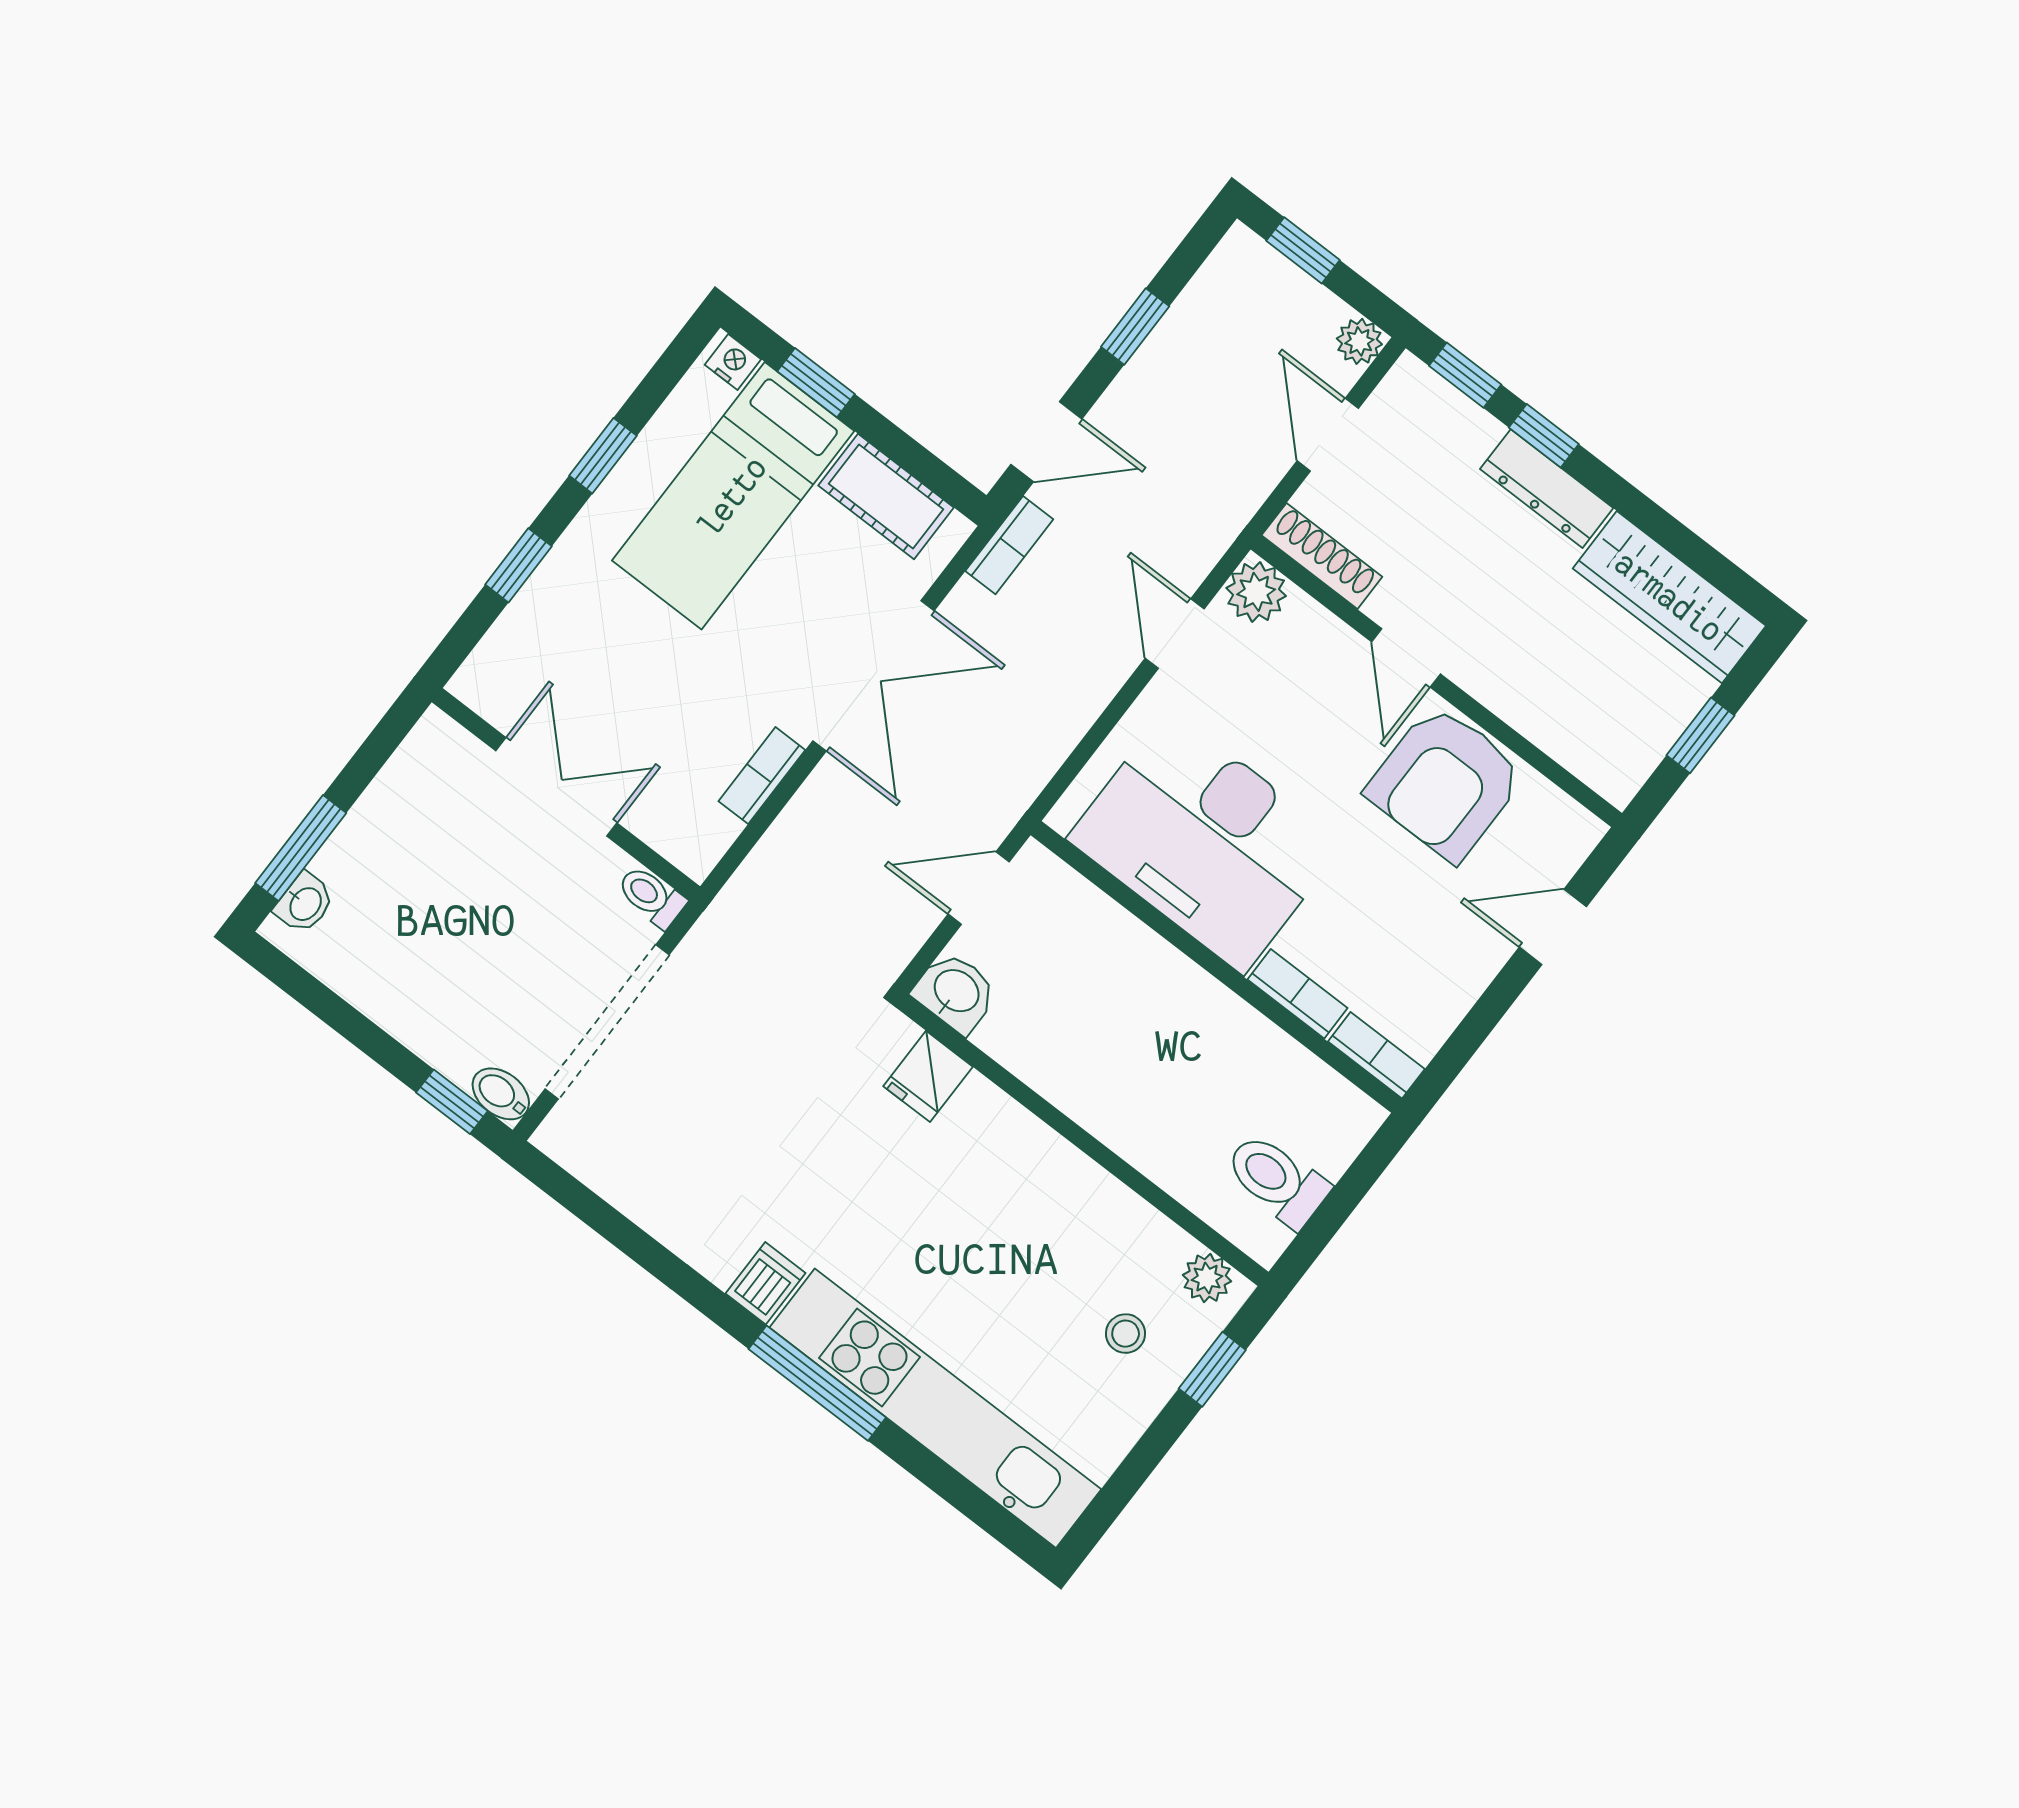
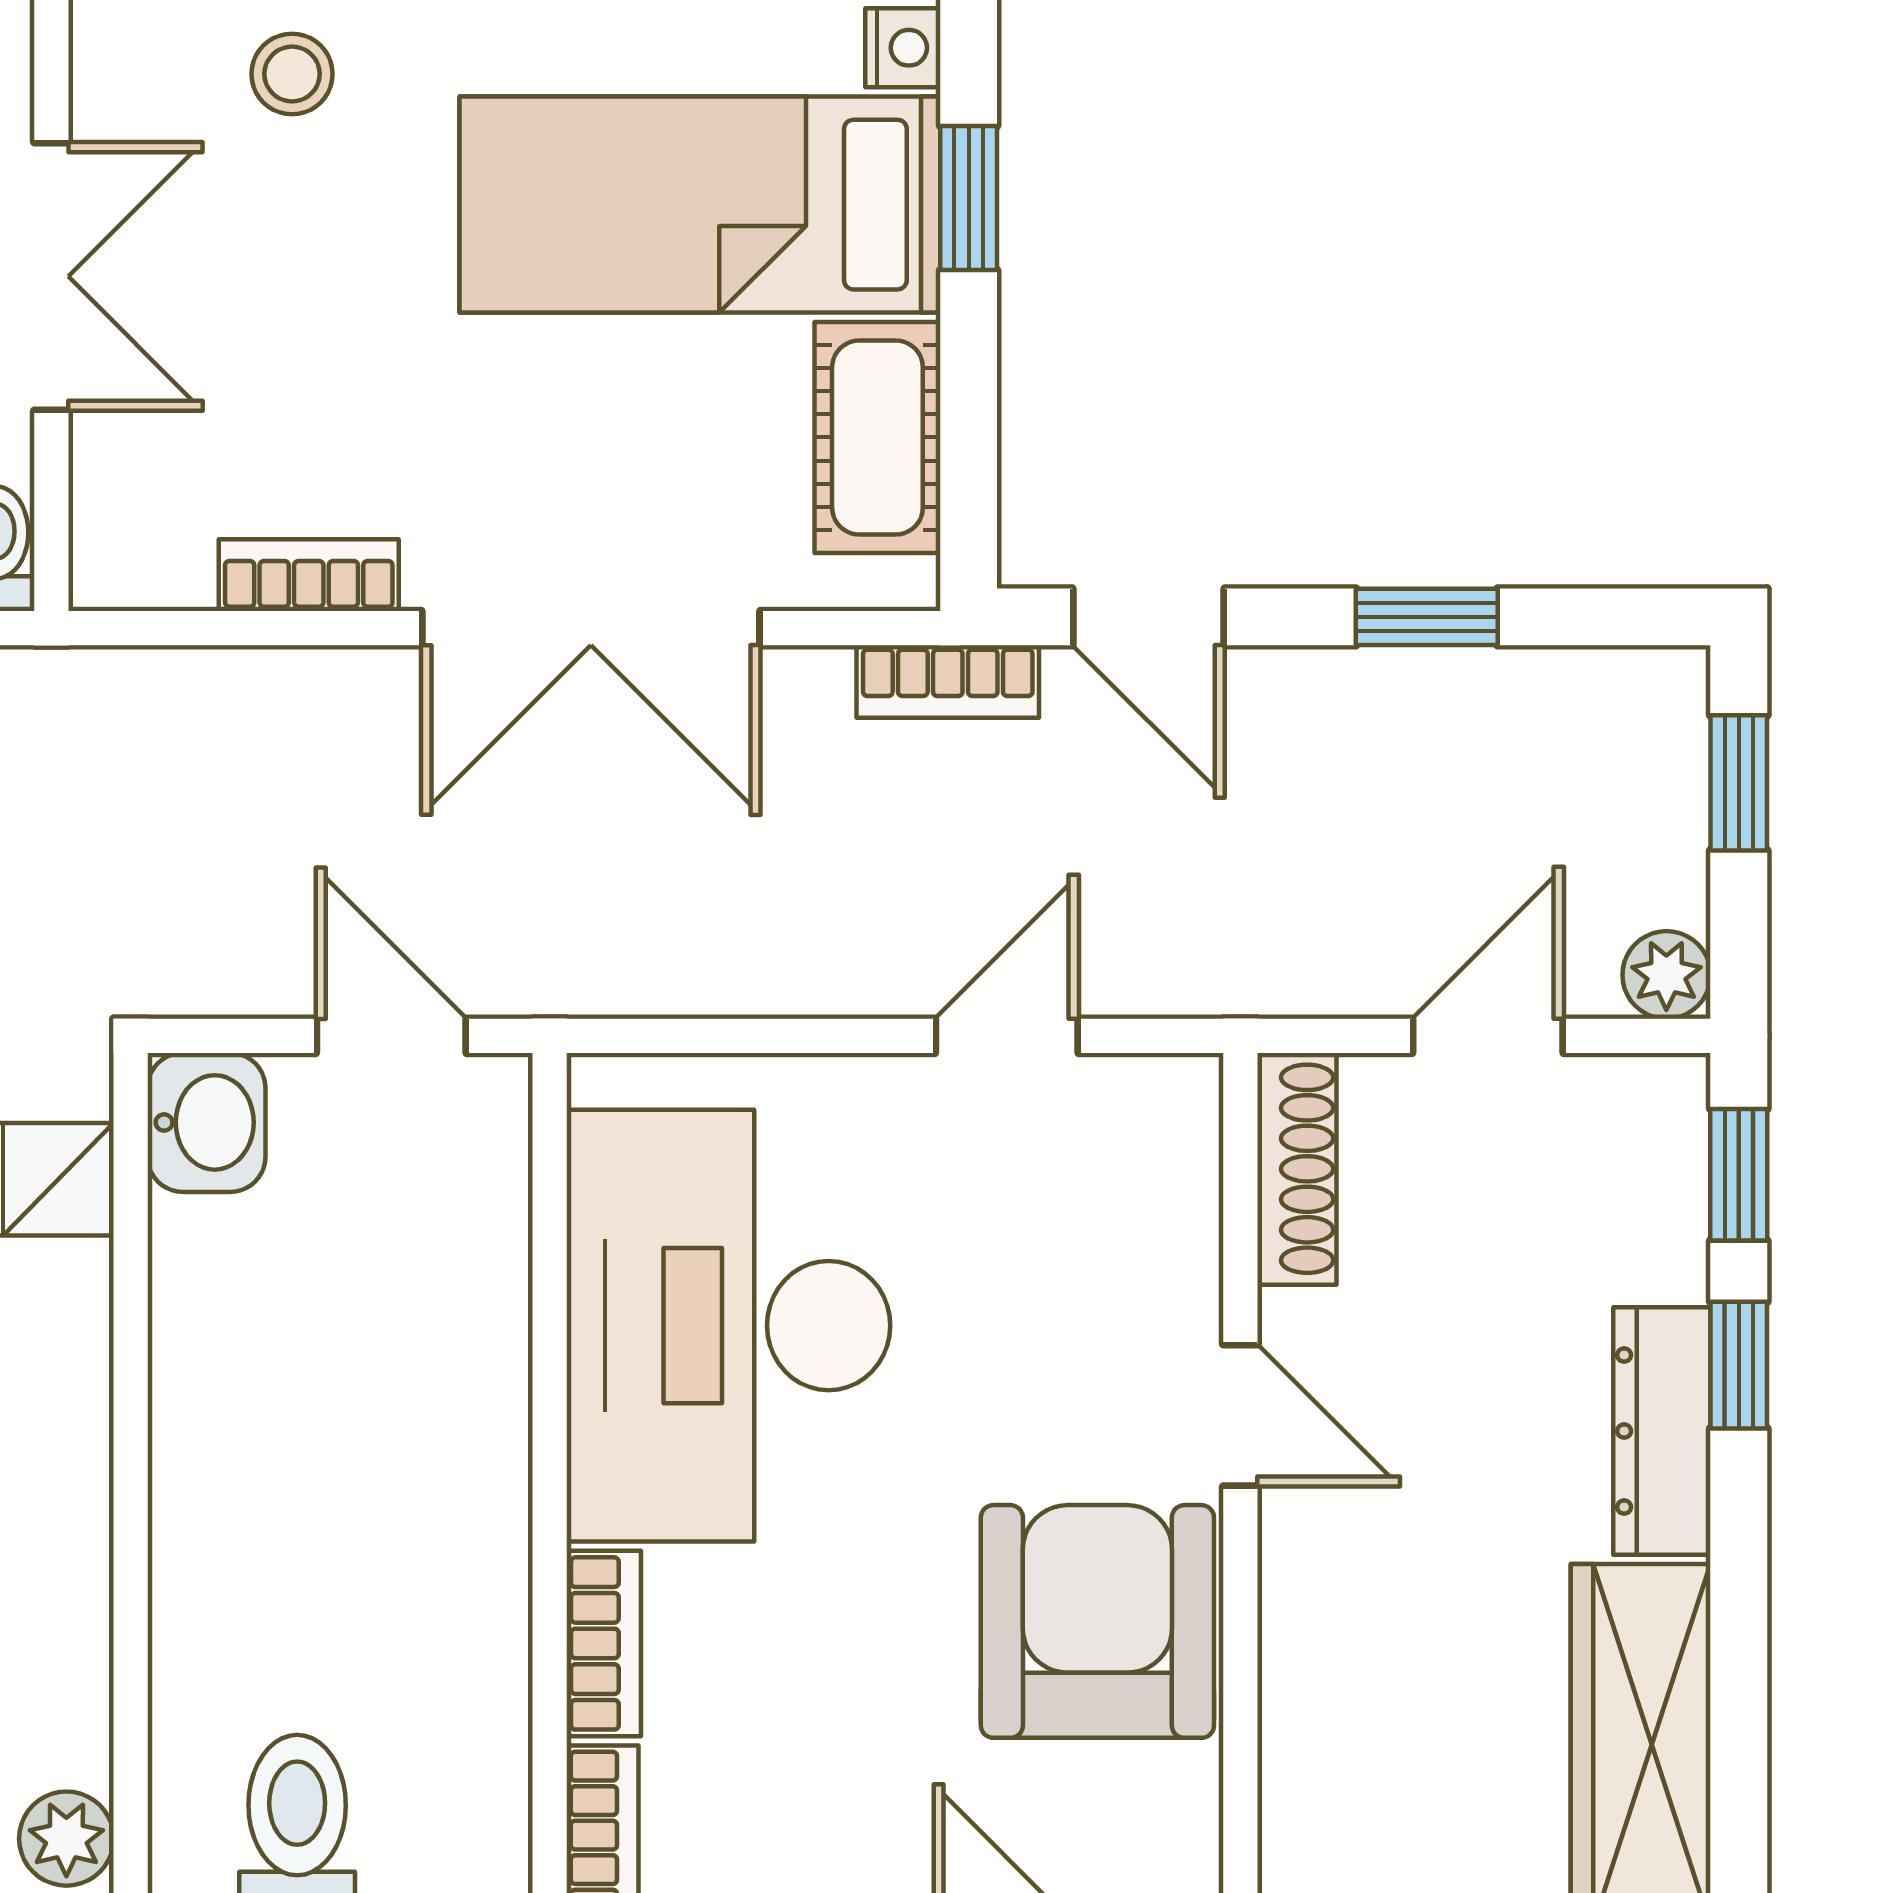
plant: (1256, 592) -> (1165, 1111), removed
stool: (549, 623) -> (292, 74), added
door: (1406, 658) -> (1240, 1415), swing flipped
armchair: (1446, 783) -> (1097, 1621), turned 90

